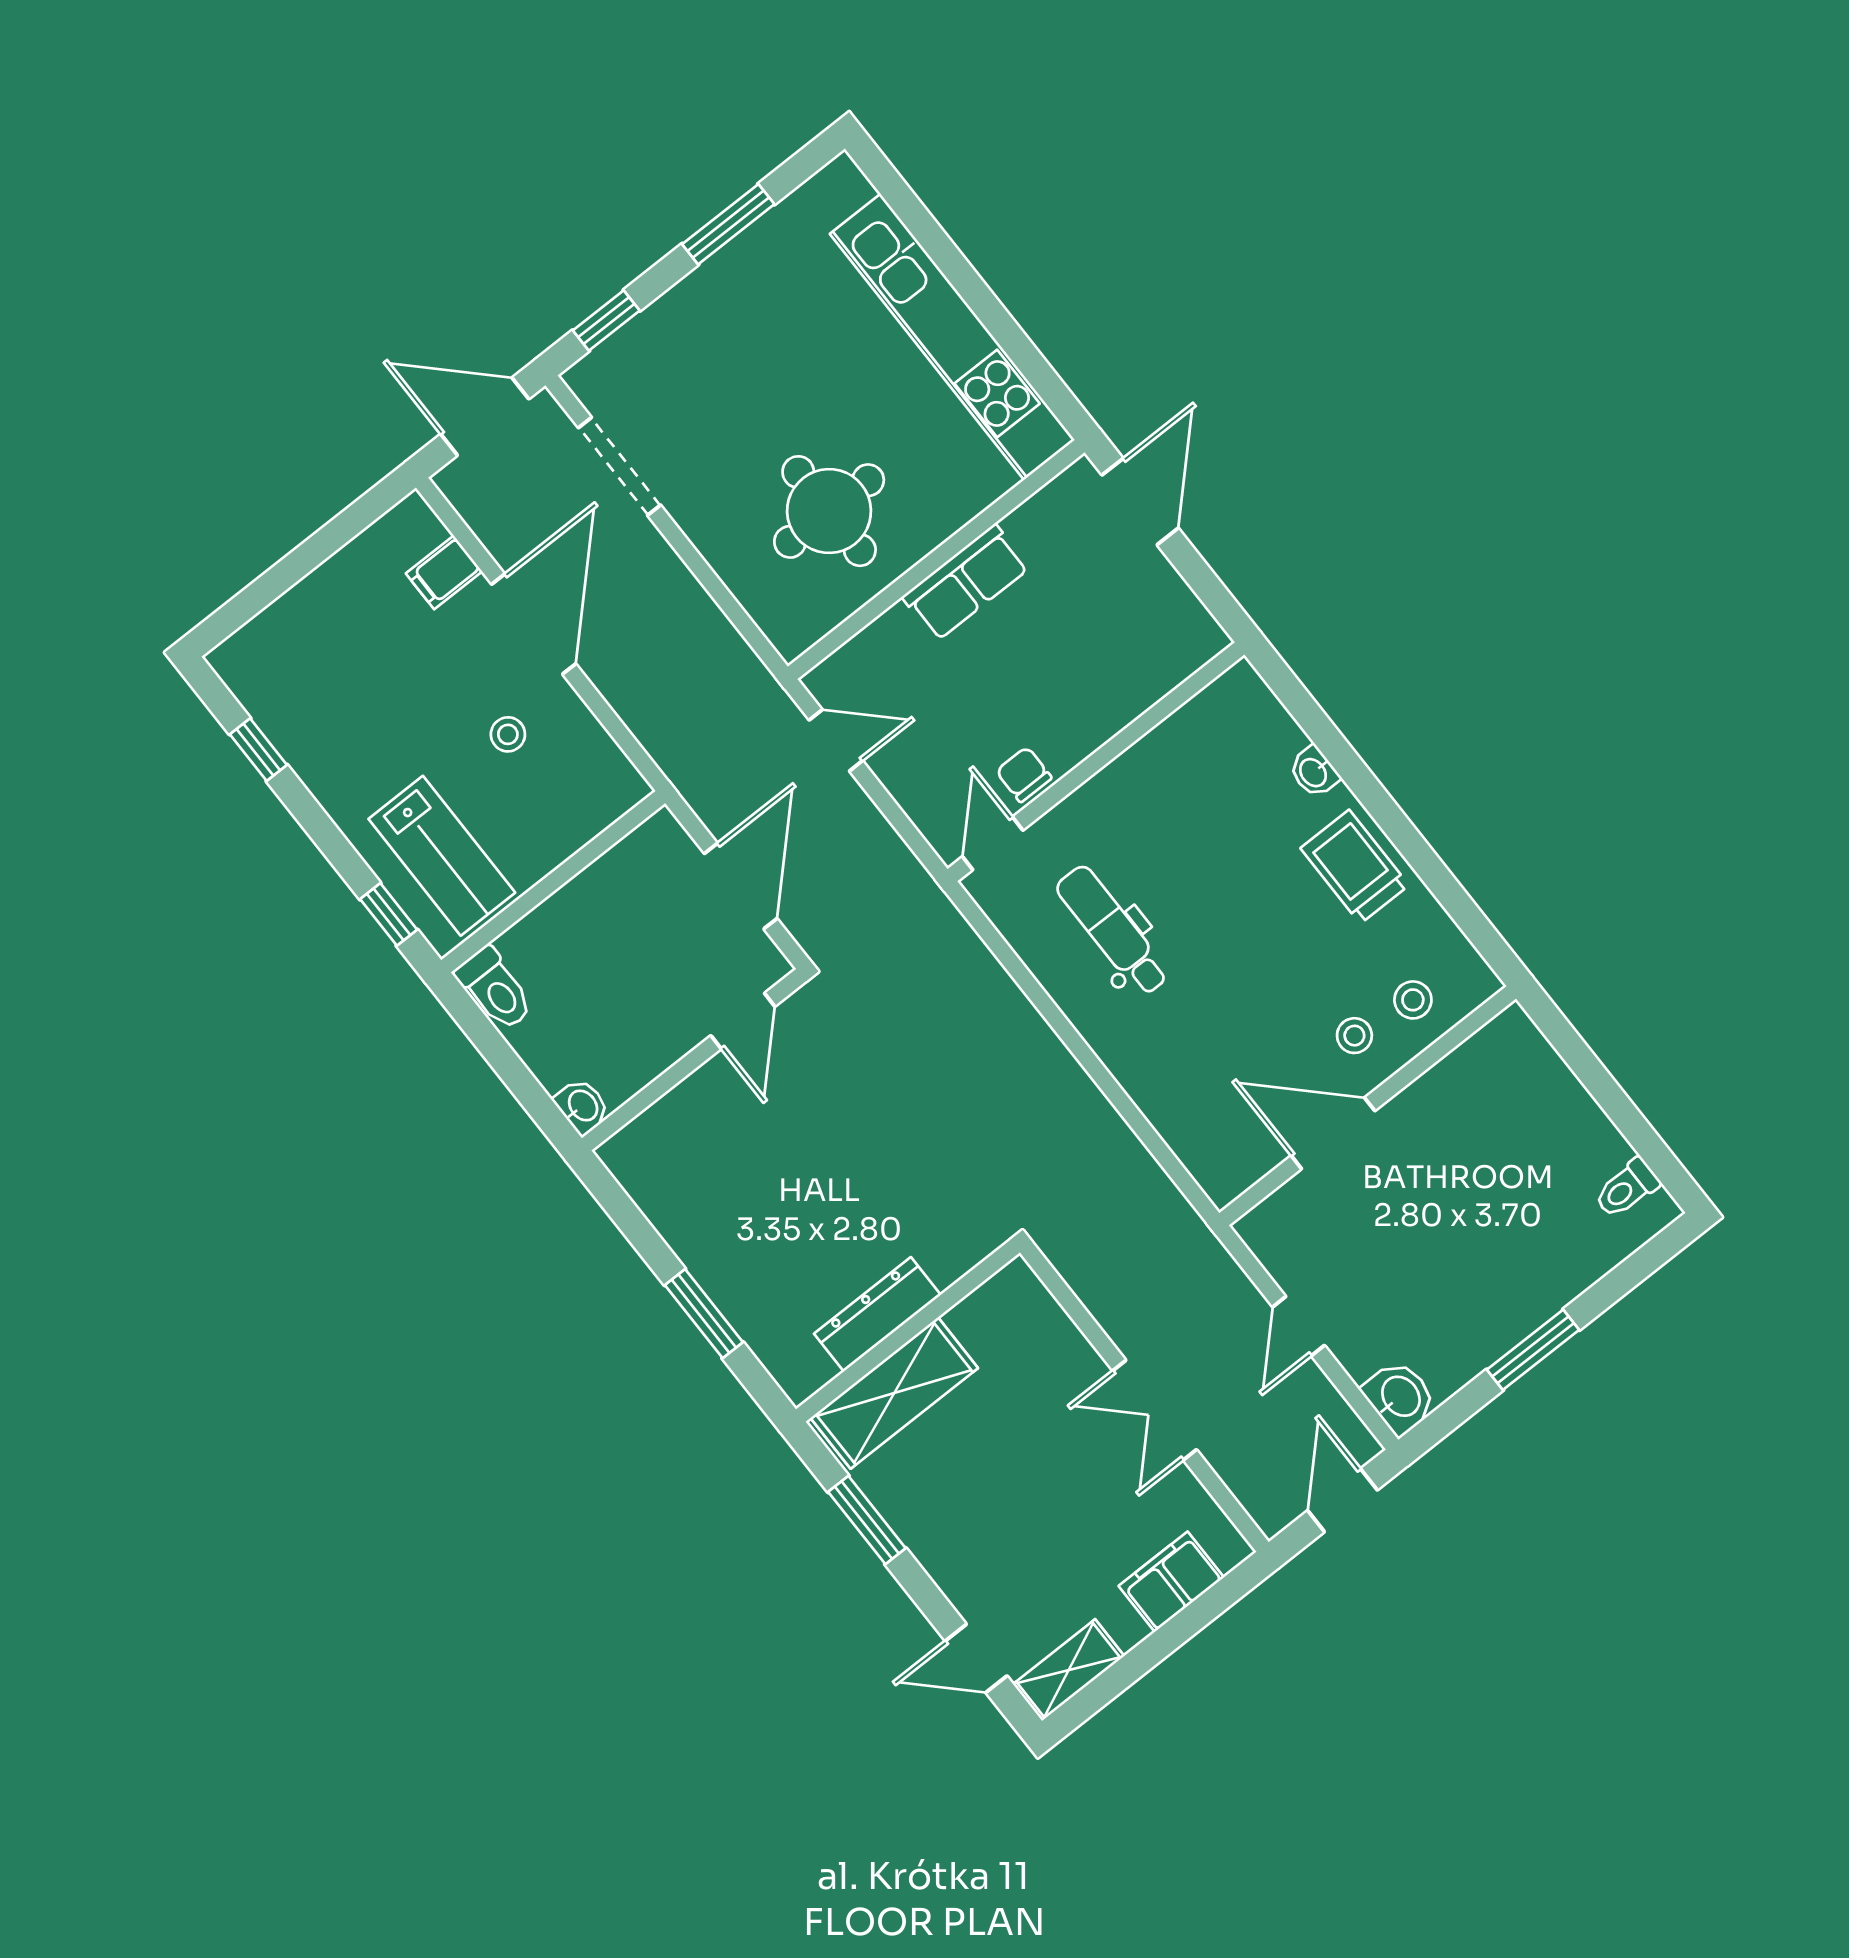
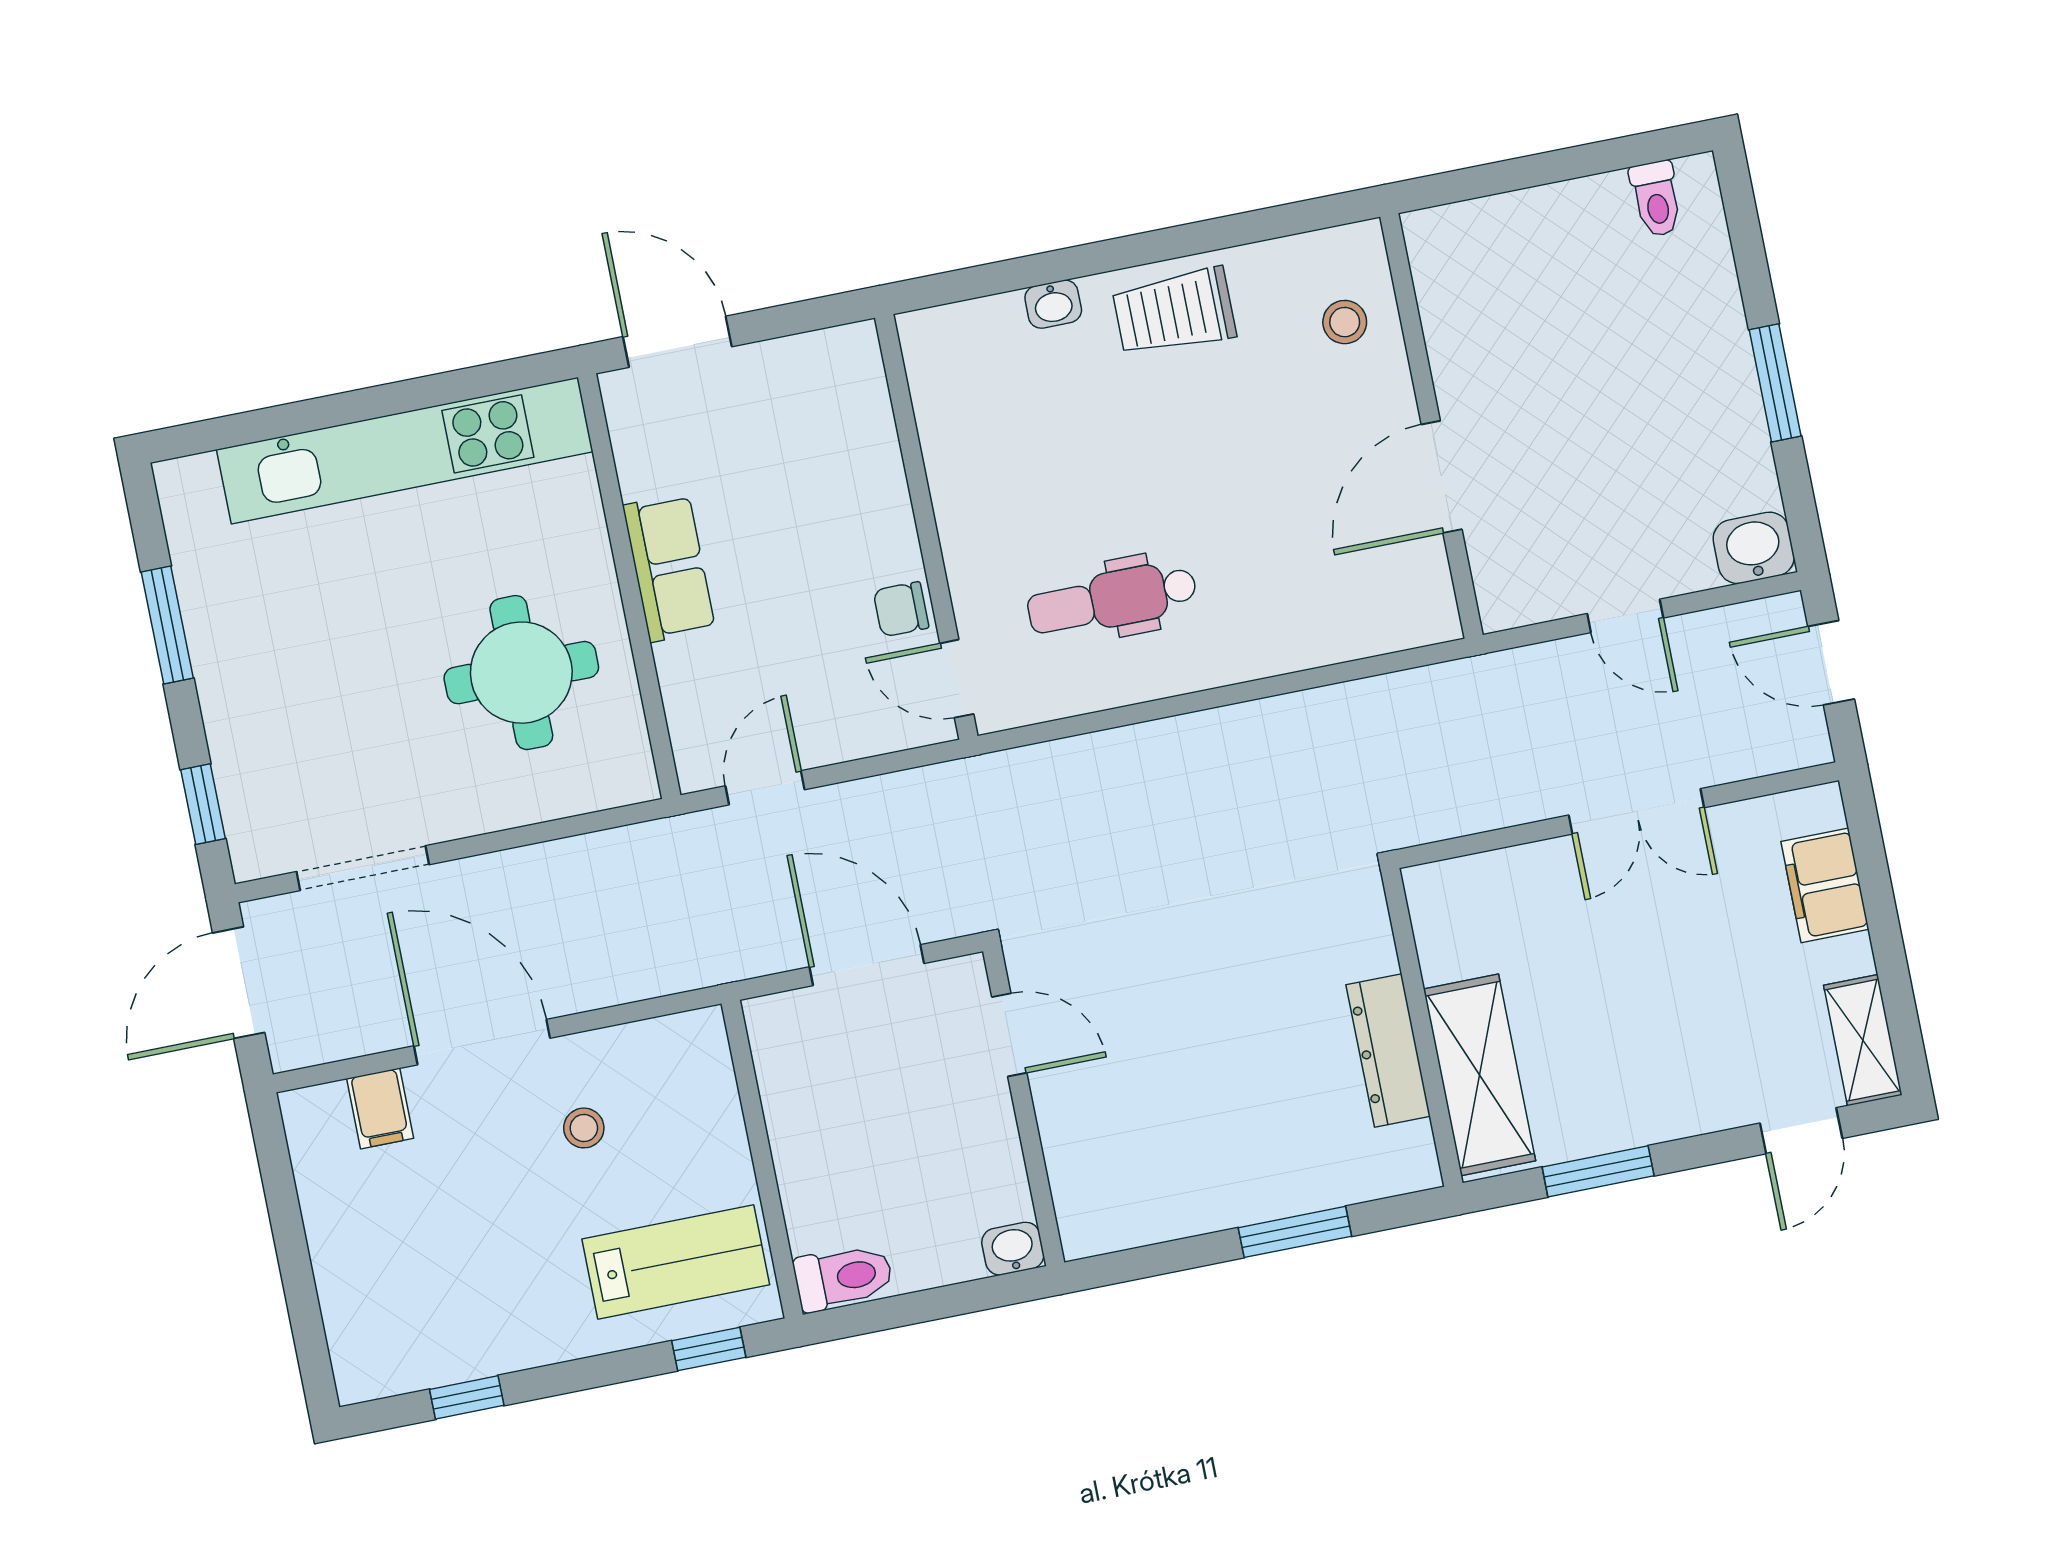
stool: (1354, 1036) -> (1351, 402), removed

